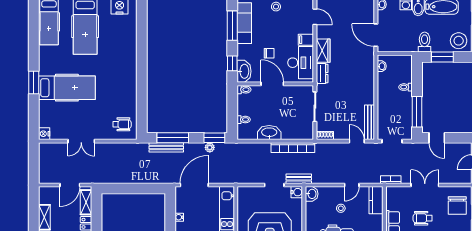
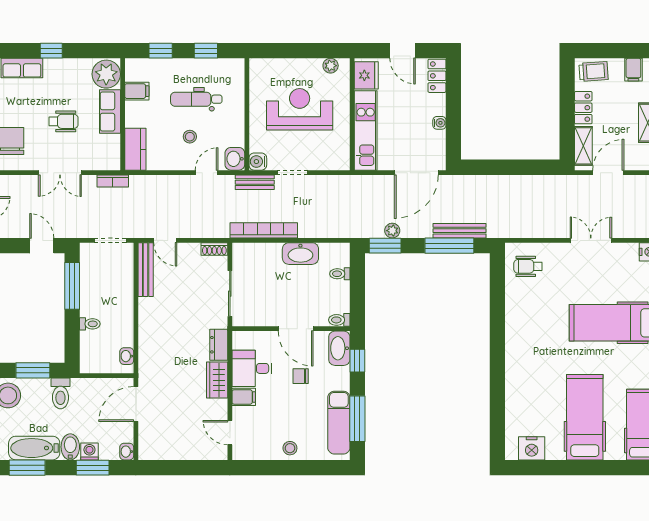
door: (376, 35) -> (136, 404), swing flipped
desk: (301, 63) -> (252, 368), width x0.73
door: (352, 185) -> (207, 173), moved

